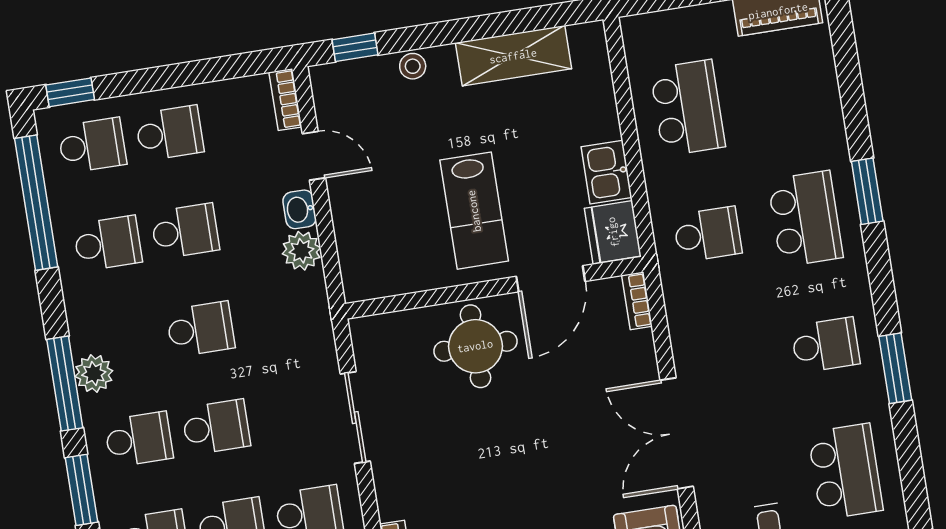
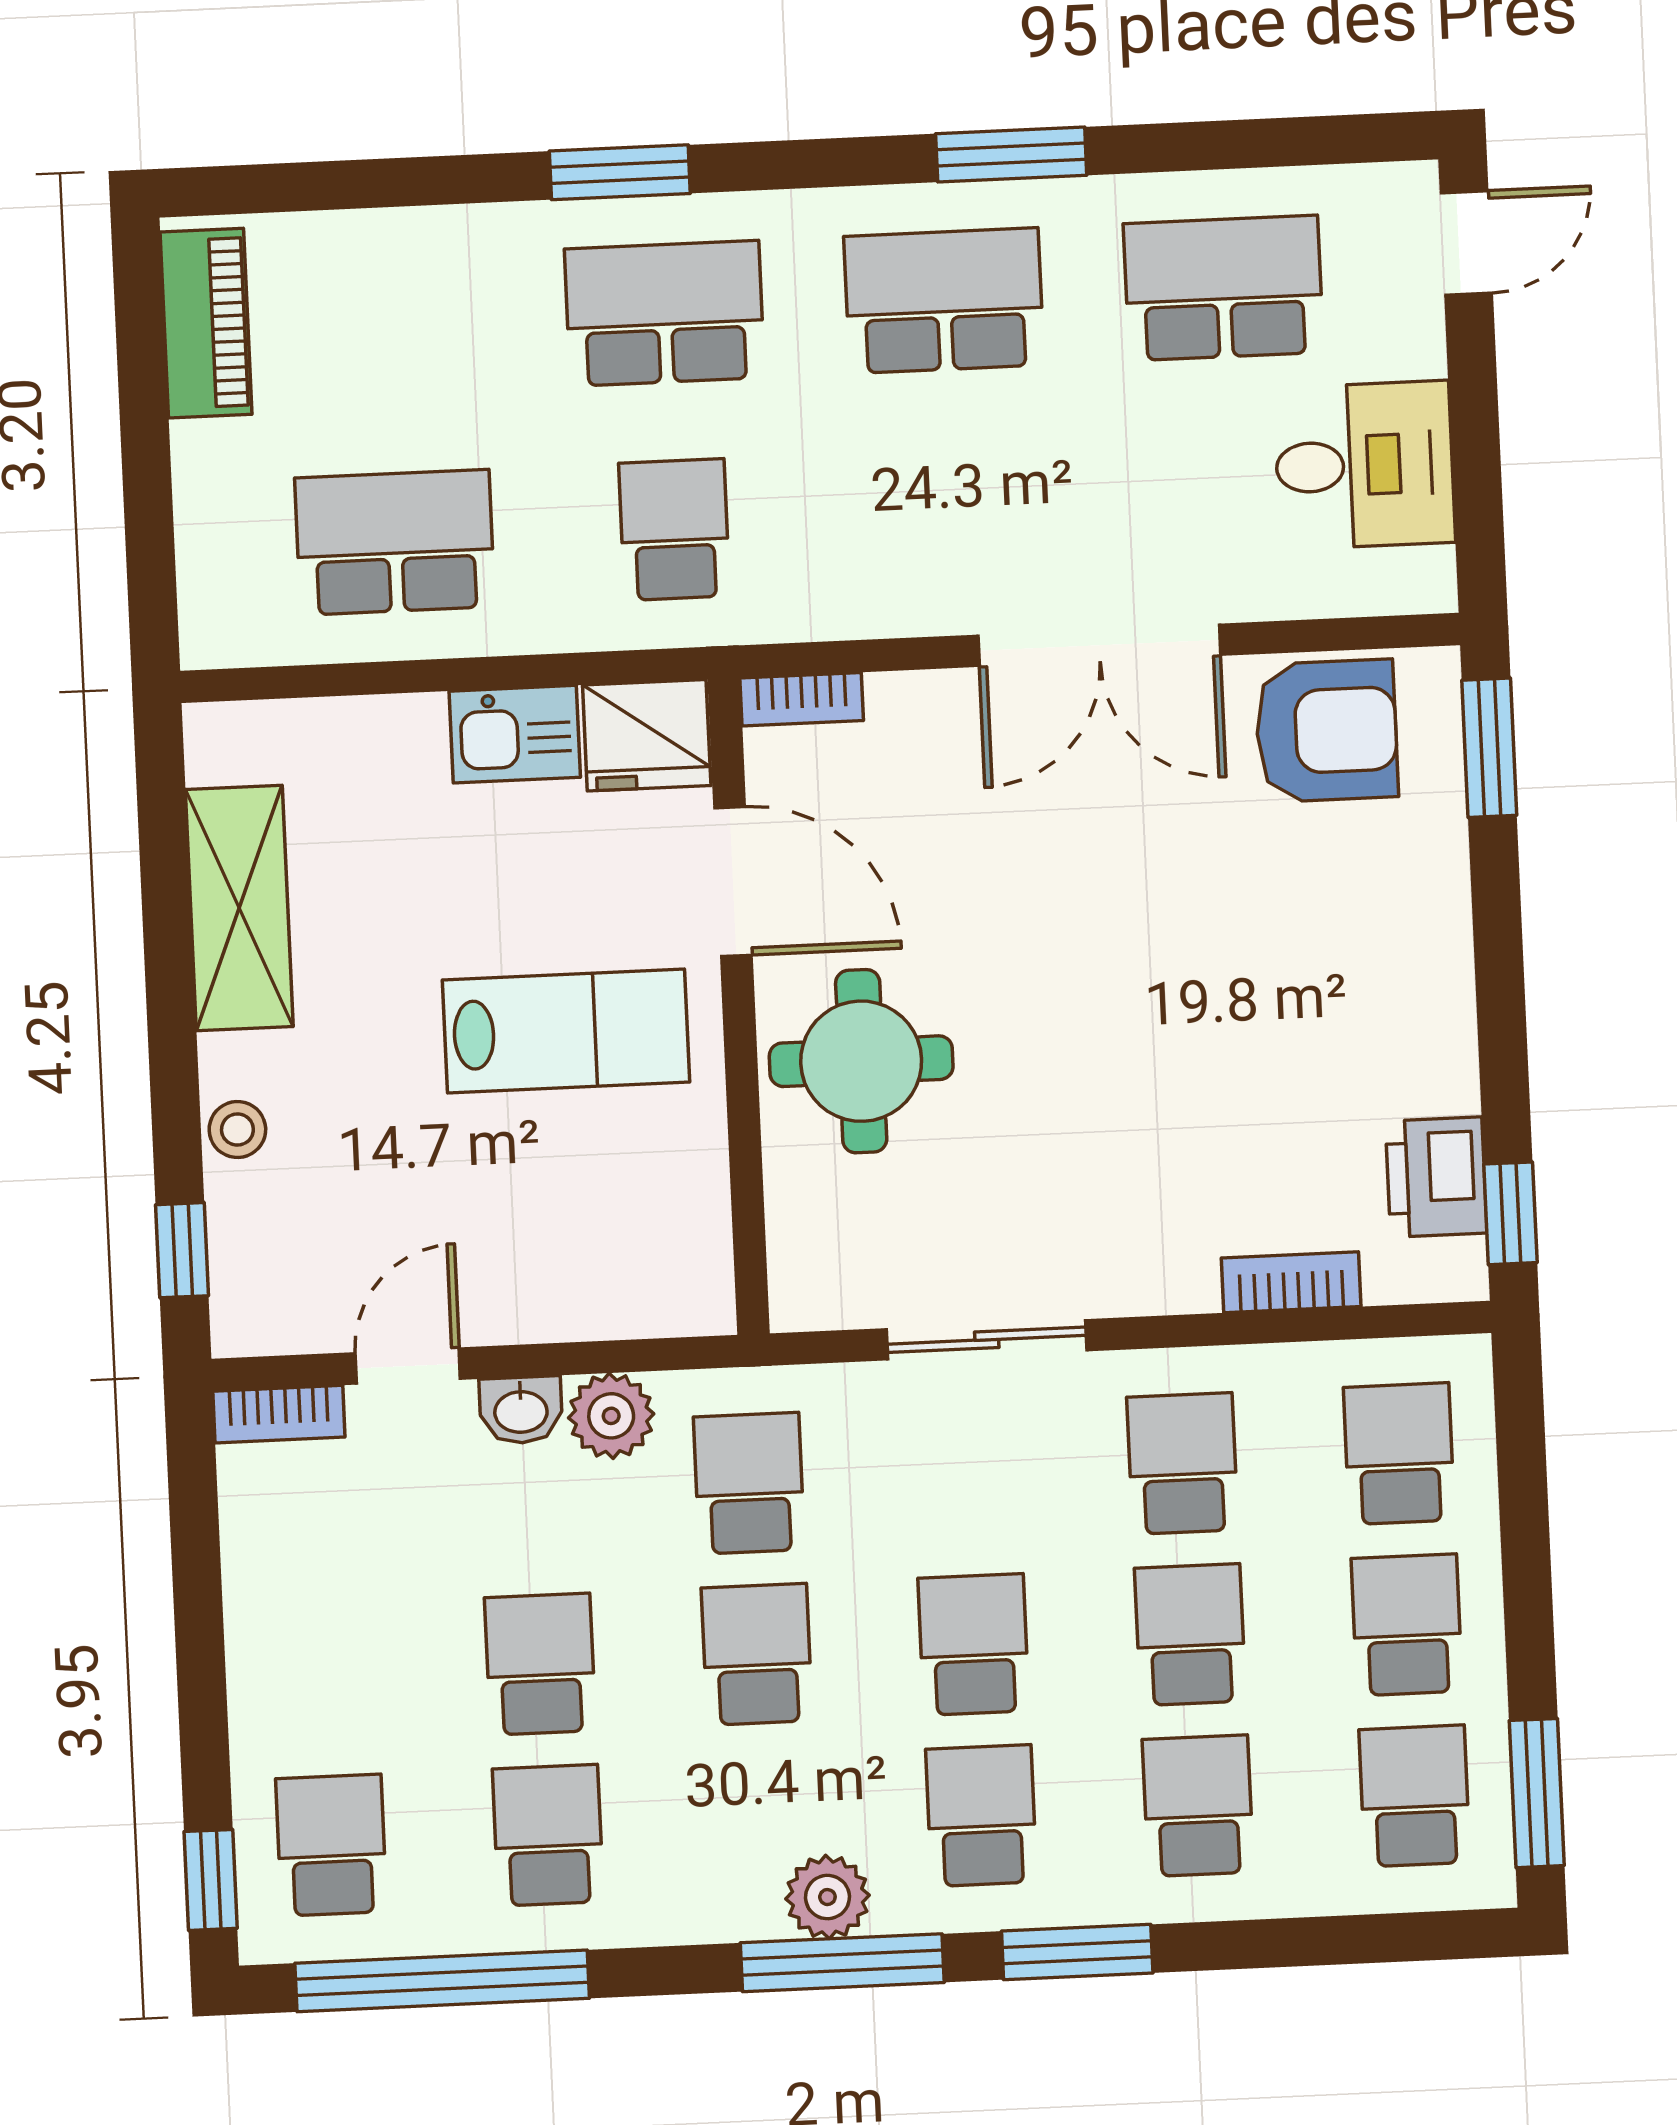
school desk: (170, 133) -> (749, 1483), moved
school desk: (825, 345) -> (944, 301), width x1.85

